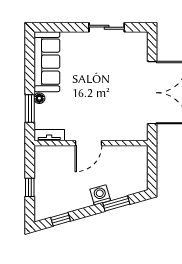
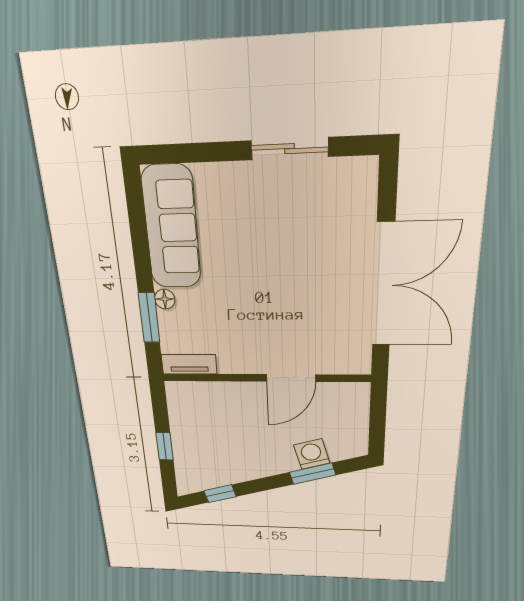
door: (88, 143) -> (291, 378), moved
washing machine: (100, 195) -> (312, 454), moved

